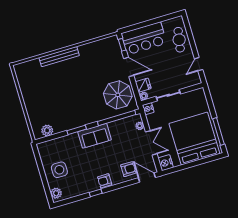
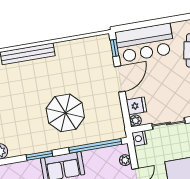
door: (129, 67) -> (120, 79), hinge flipped
parasol: (118, 95) -> (65, 113), moved

